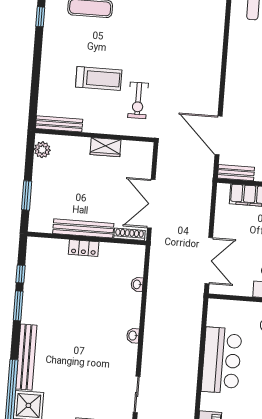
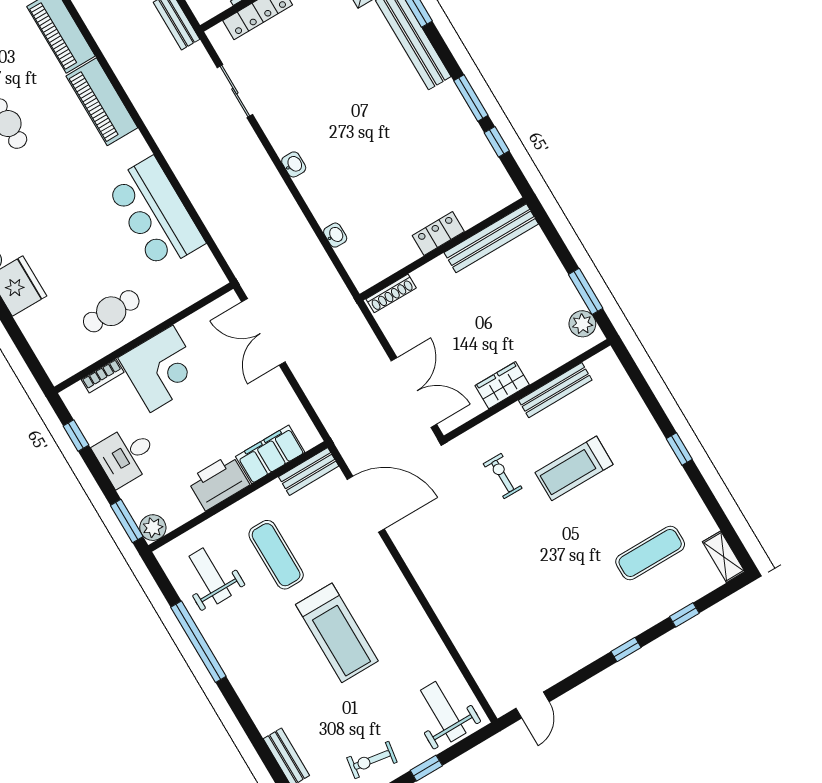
window: (40, 17) -> (679, 449), moved
exercise bike: (138, 100) -> (503, 476), width x0.73, depth x0.72
bench: (59, 124) -> (555, 390), moved
window: (27, 195) -> (586, 291), moved
double door: (151, 204) -> (414, 393), moved
bench: (83, 228) -> (491, 238), moved

